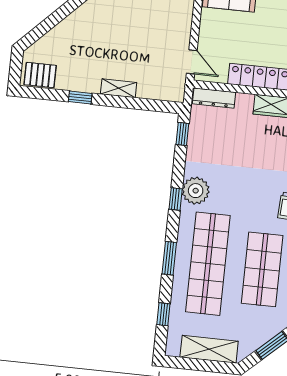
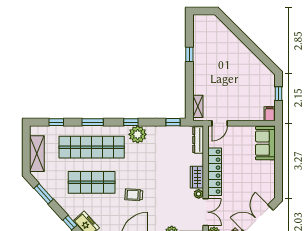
pallet: (40, 75) -> (201, 27), removed
shelving: (119, 88) -> (198, 106), moved

